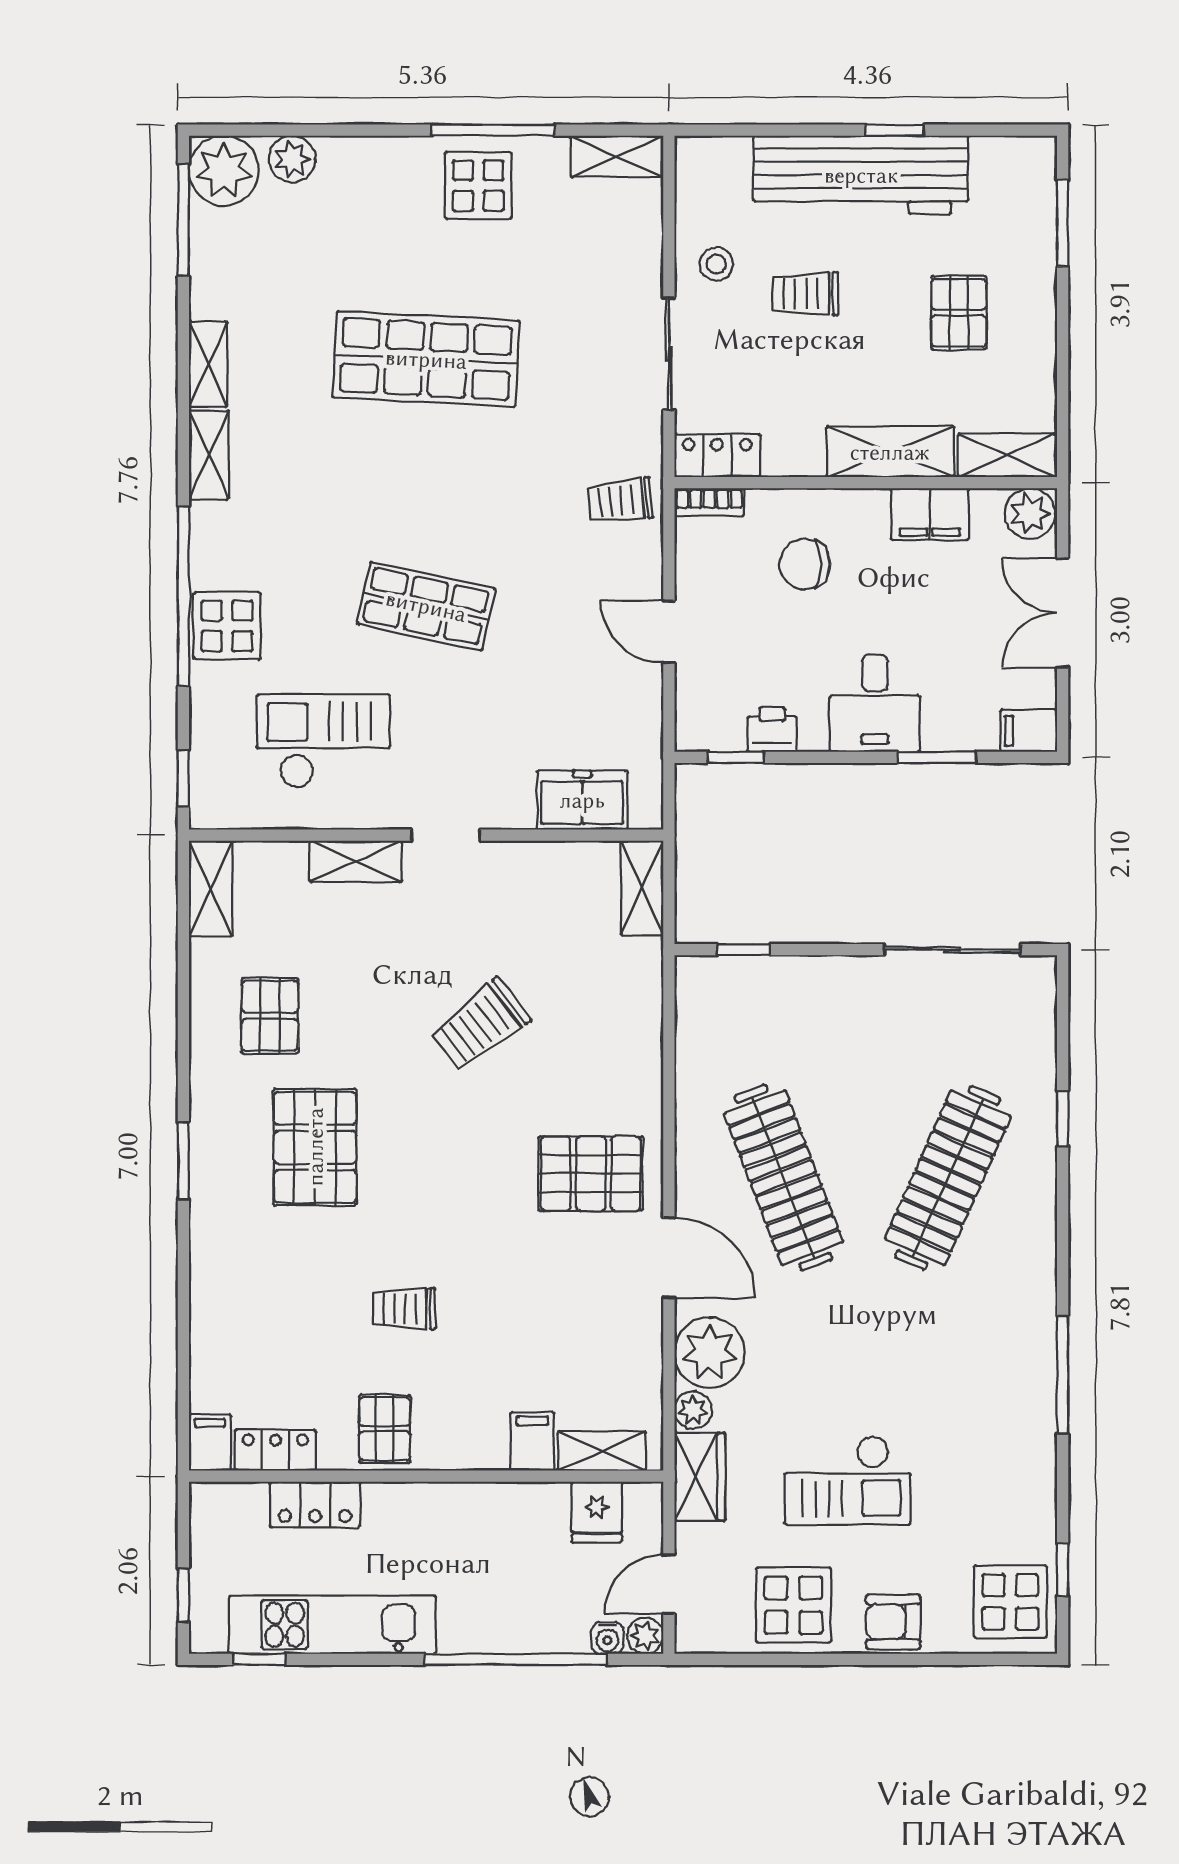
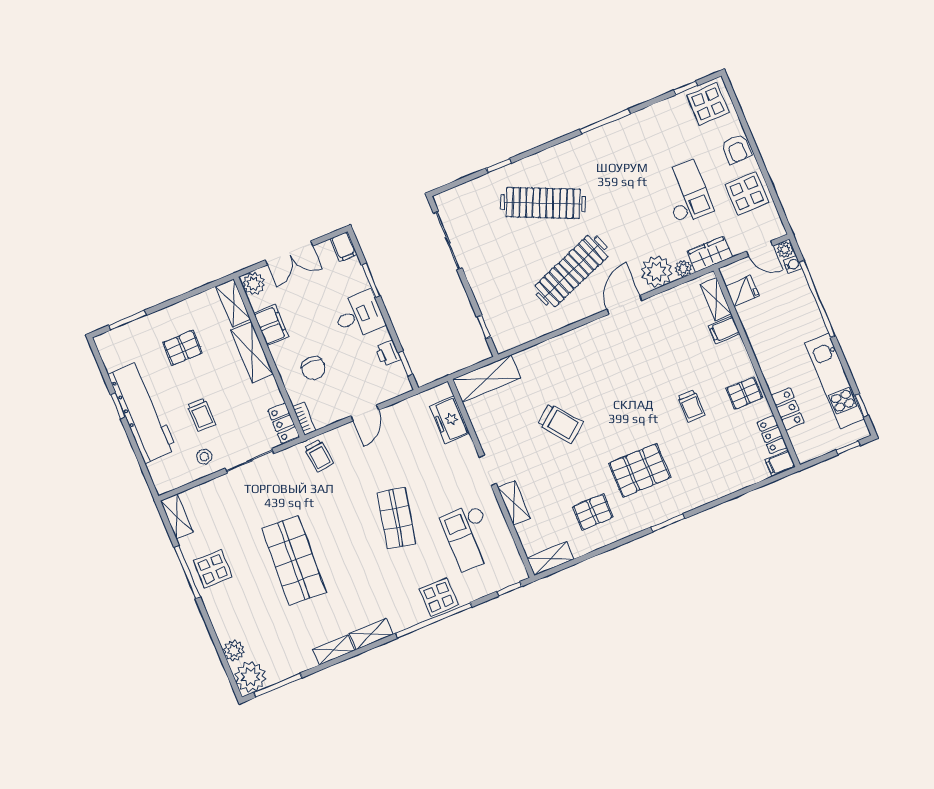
shelving: (642, 888) -> (487, 379), width x1.50, depth x1.33
pallet: (591, 1174) -> (603, 352), removed

